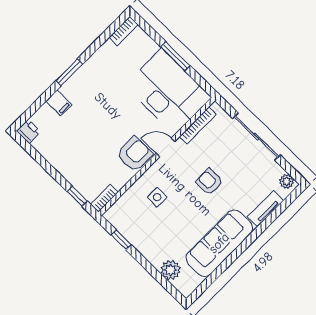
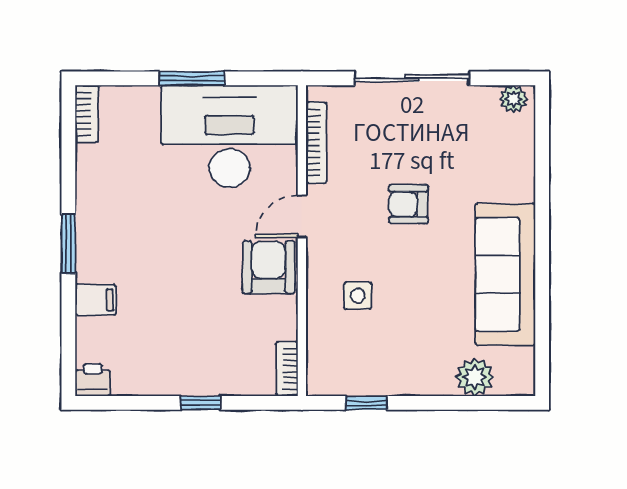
window: (77, 196) -> (200, 403), moved
tv unit: (265, 209) -> (522, 165), removed

